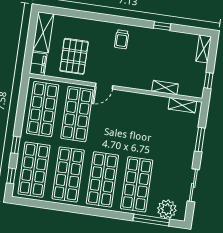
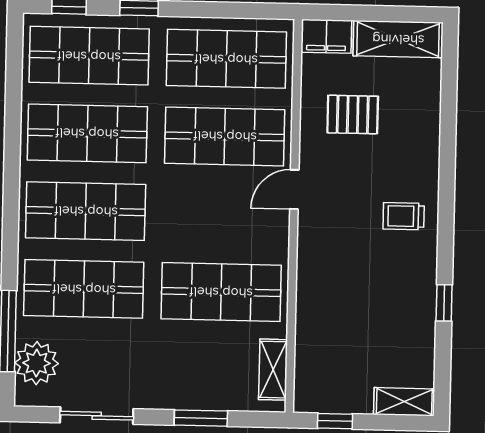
pallet: (74, 56) -> (353, 115), width x0.67, depth x0.71
door: (104, 86) -> (294, 189), hinge flipped
shelving: (165, 88) -> (307, 326), removed
shop shelf: (145, 124) -> (221, 292), added

